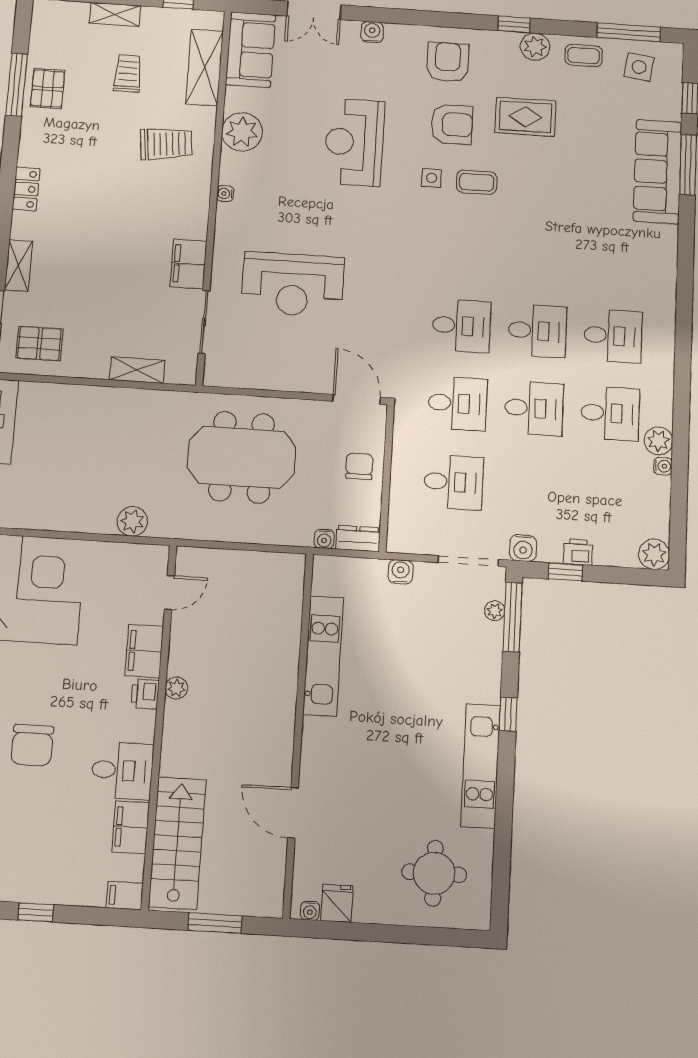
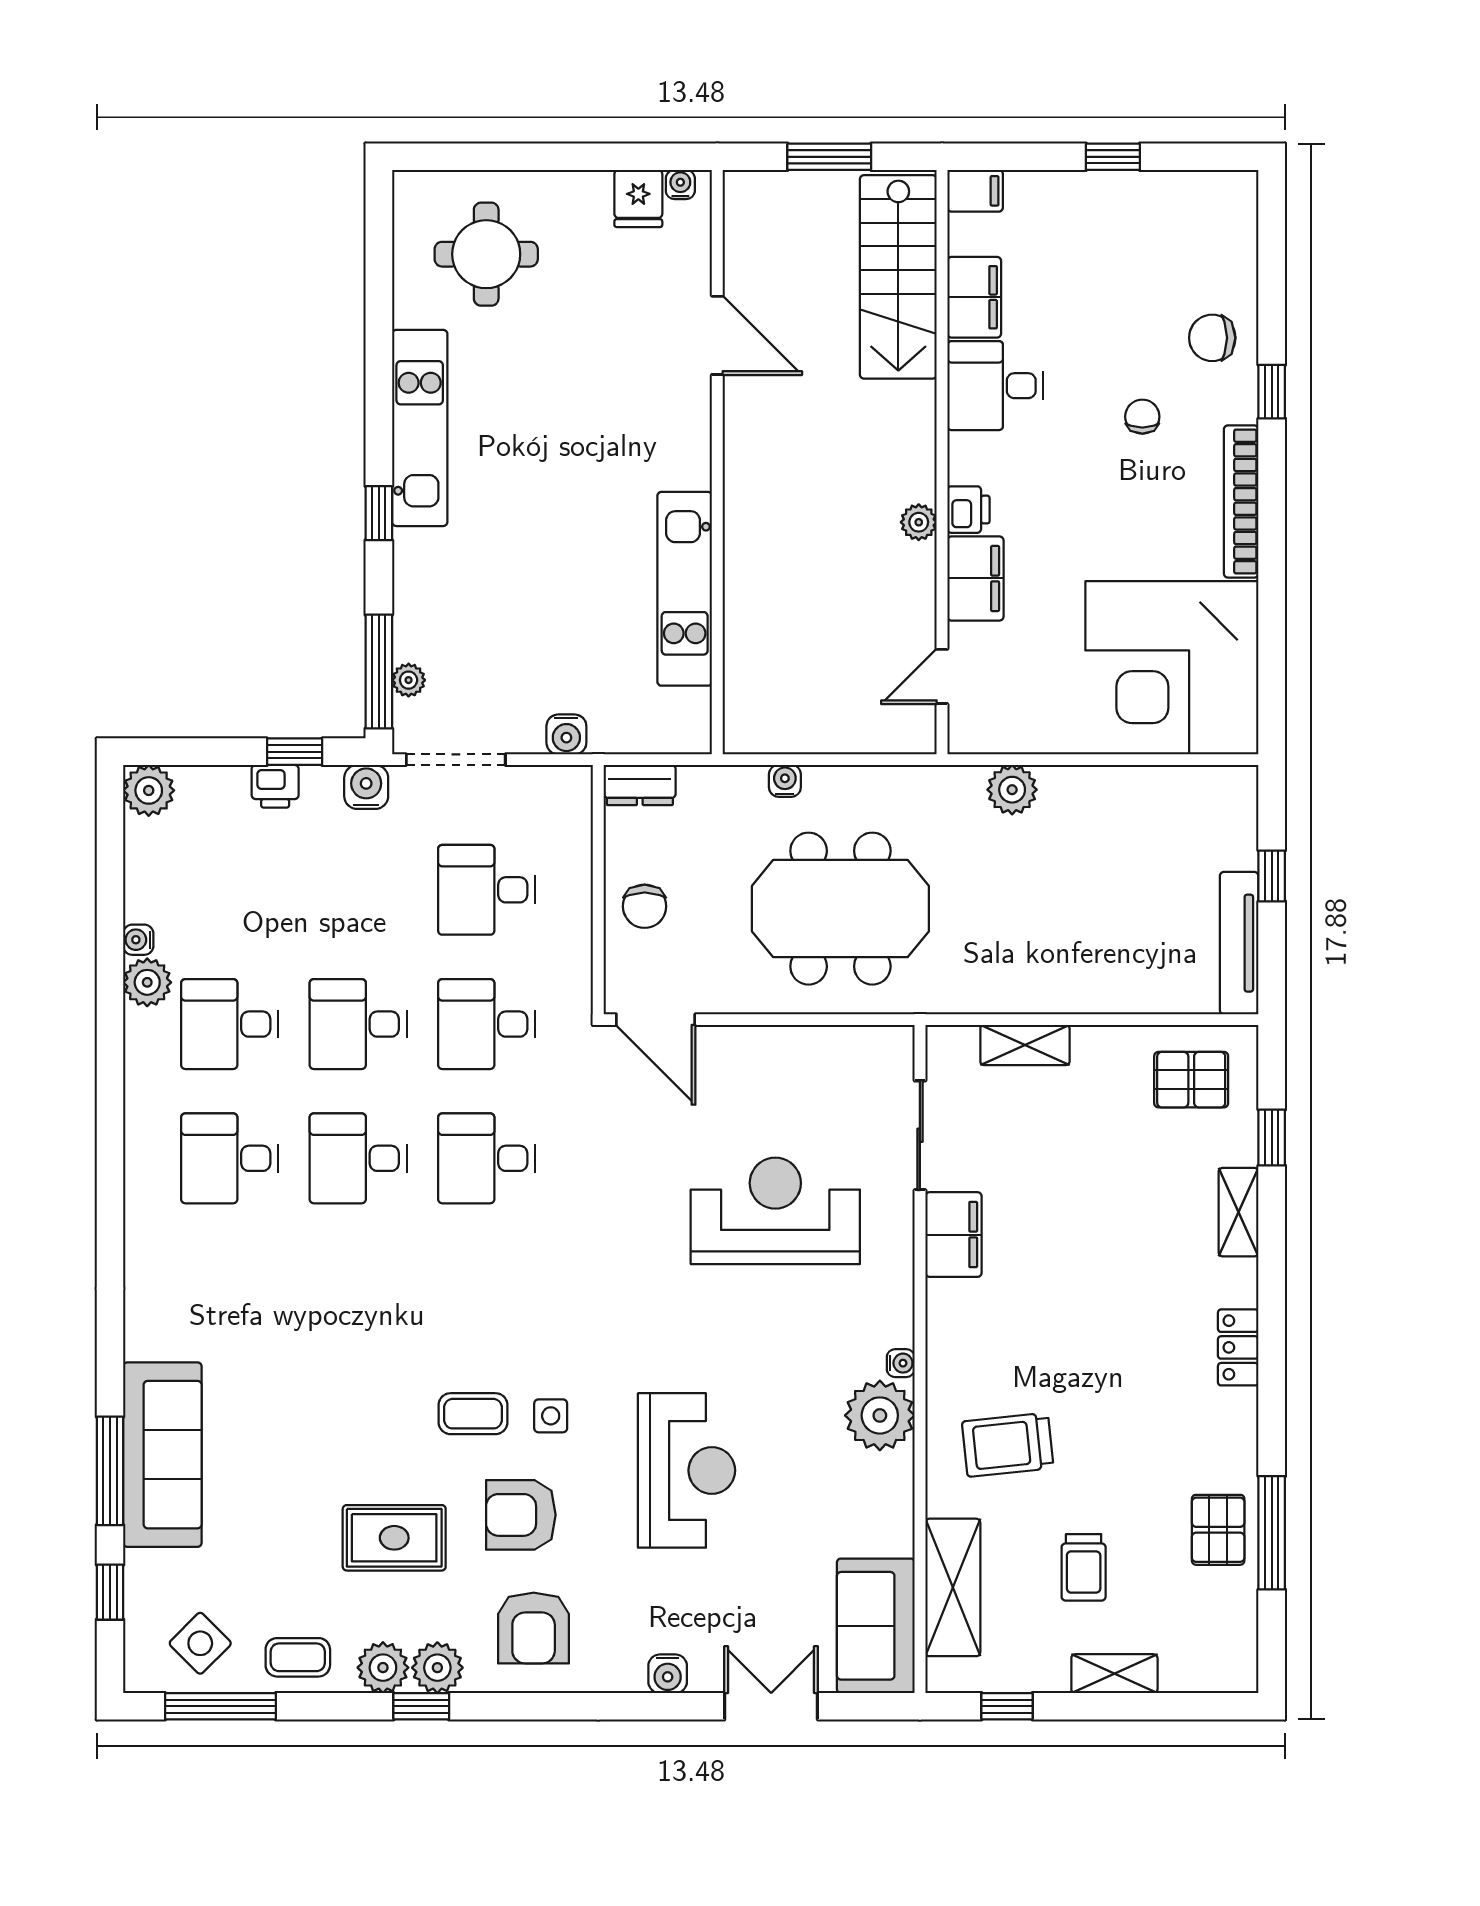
plant: (504, 44) -> (437, 1668), added
side table: (639, 67) -> (200, 1643), turned 37
plant: (242, 132) -> (880, 1415), moved
water cooler: (324, 539) -> (785, 781), moved
chair: (32, 745) -> (1142, 417), width x0.54, depth x0.54

